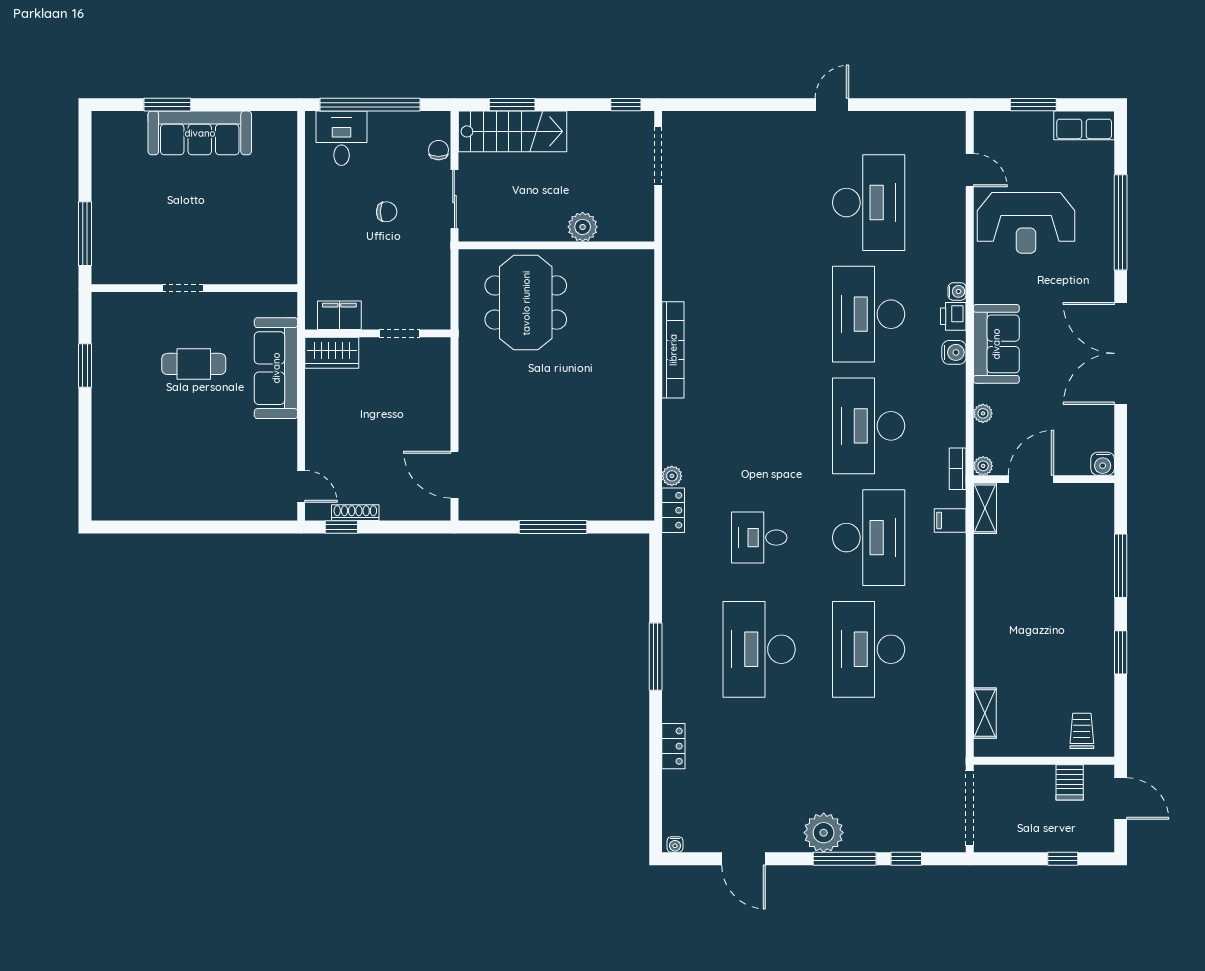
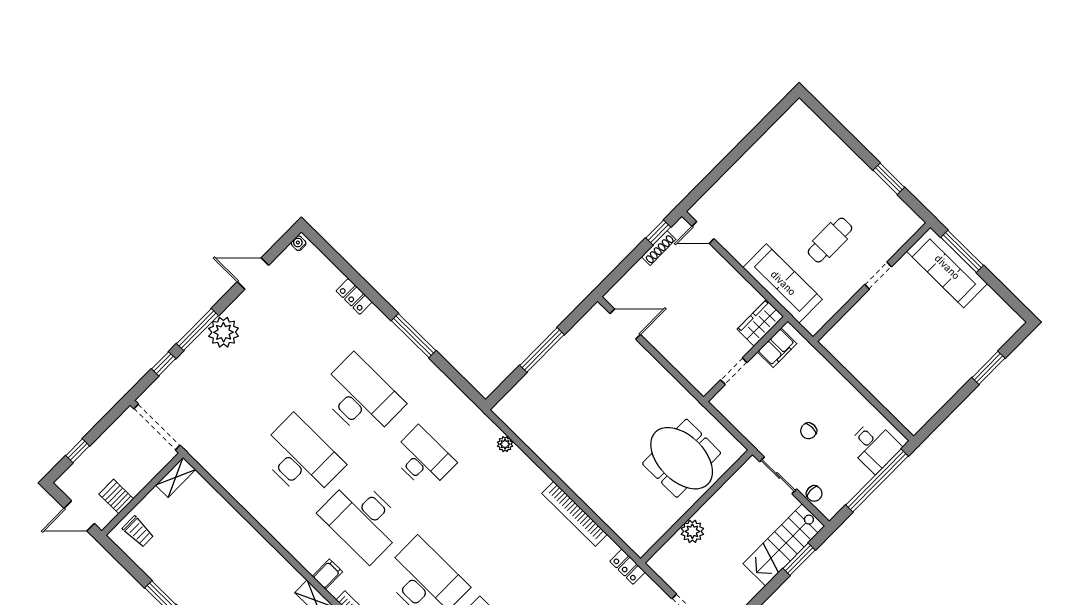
sofa: (200, 133) -> (947, 267), moved, turned -90
locker: (673, 510) -> (627, 567), moved
desk: (759, 538) -> (423, 459), width x1.37
shelving: (985, 713) -> (176, 477), moved, turned 90

